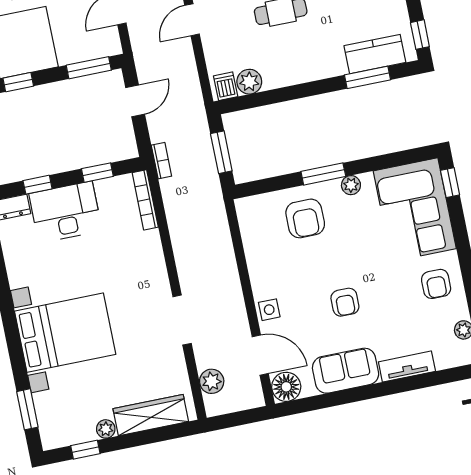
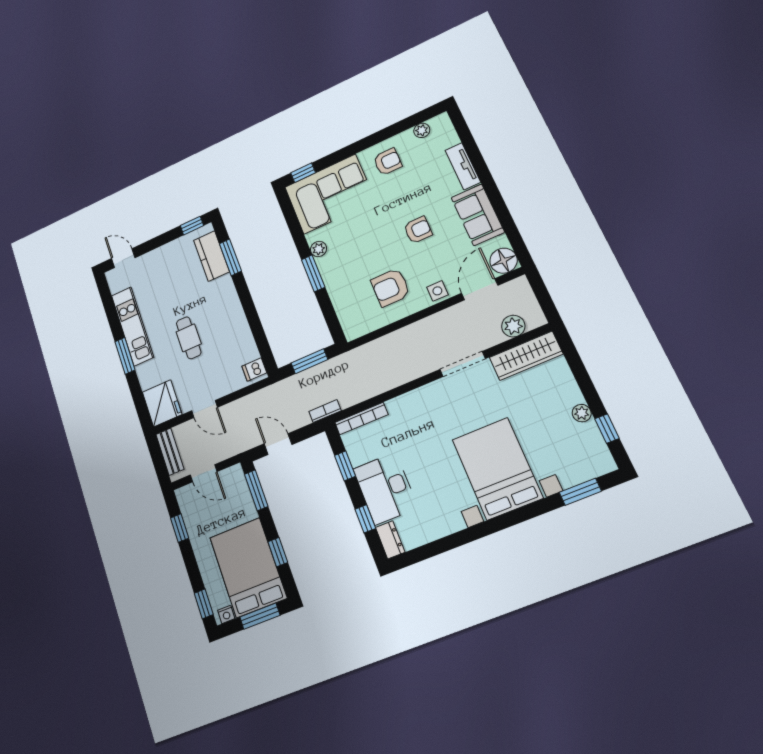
plant: (249, 82) -> (248, 351), removed
armchair: (305, 218) -> (390, 287), moved, turned 180
wardrobe: (151, 415) -> (526, 356), moved, turned -90

